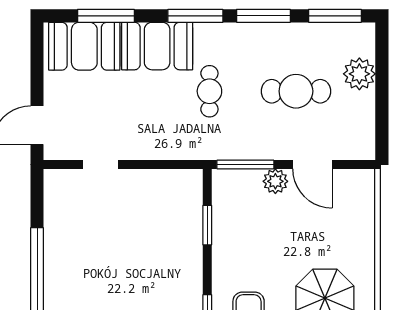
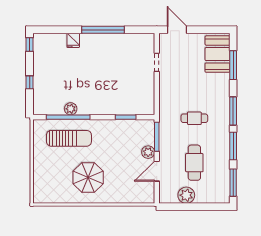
booth: (157, 46) -> (218, 91), removed
plant: (359, 74) -> (186, 195), moved

